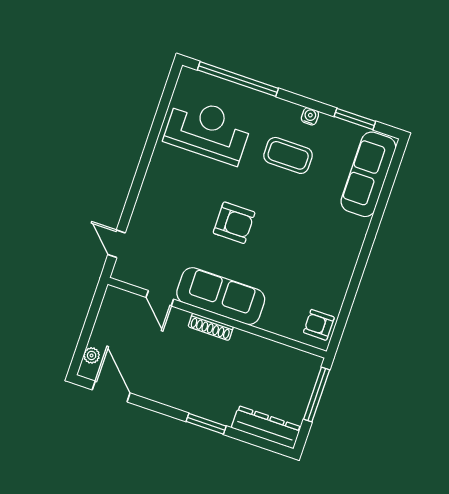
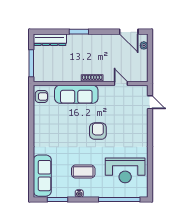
armchair: (234, 223) -> (98, 131), turned 90
sofa: (221, 296) -> (76, 94), moved

